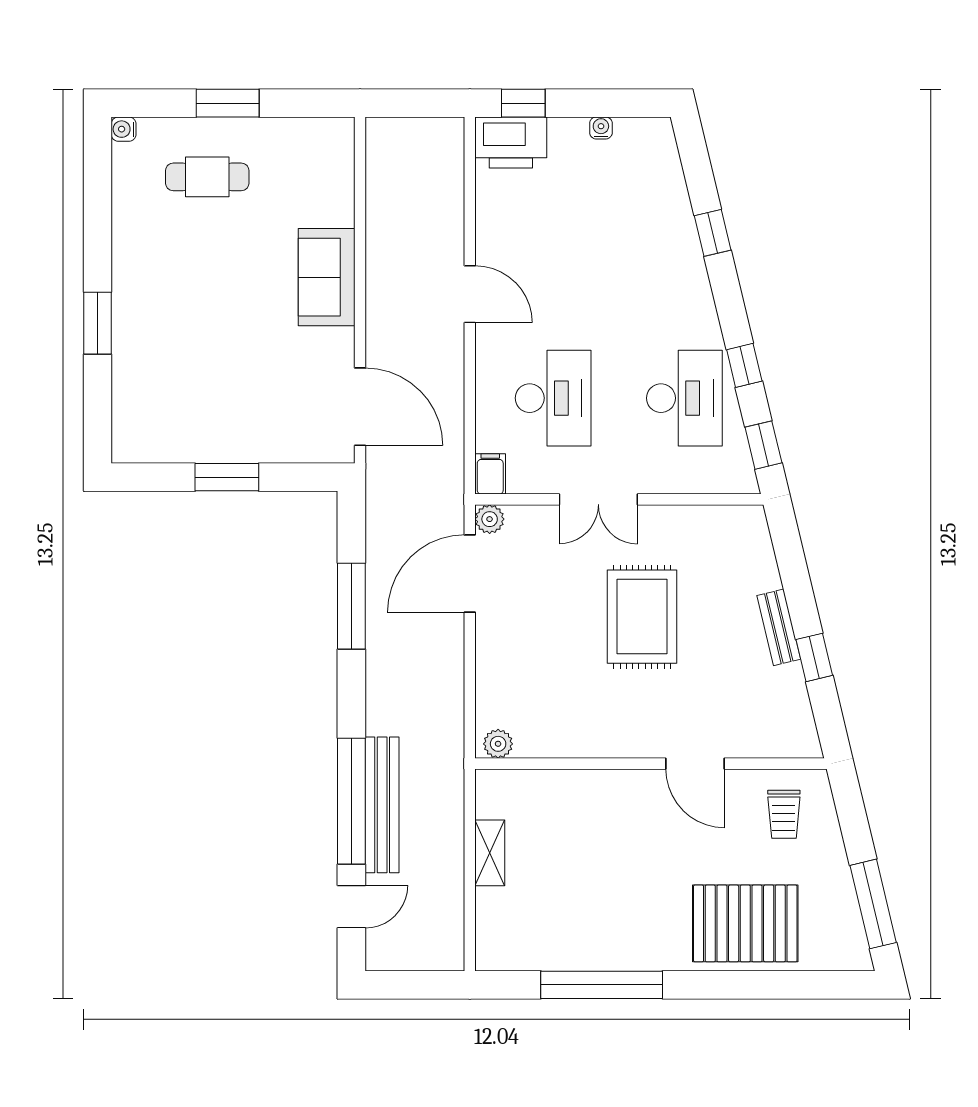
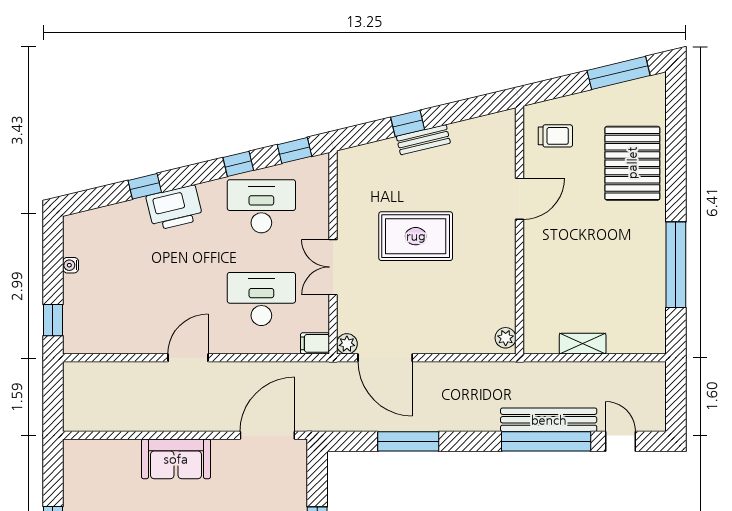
printer: (511, 142) -> (175, 208), moved, turned 77
double door: (598, 499) -> (333, 267), swing flipped
window: (814, 657) -> (408, 123), moved

